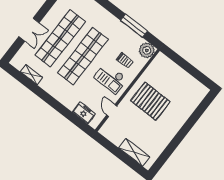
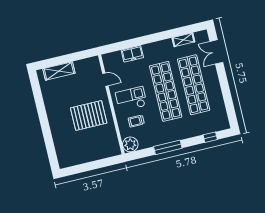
window: (134, 26) -> (168, 147), moved
double door: (29, 30) -> (216, 52), moved
freezer: (84, 113) -> (132, 54), moved

